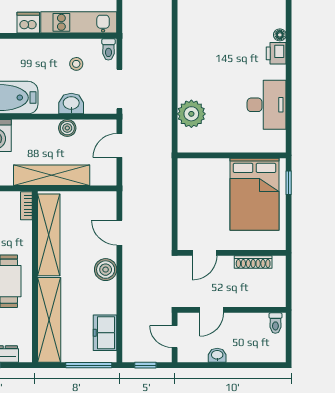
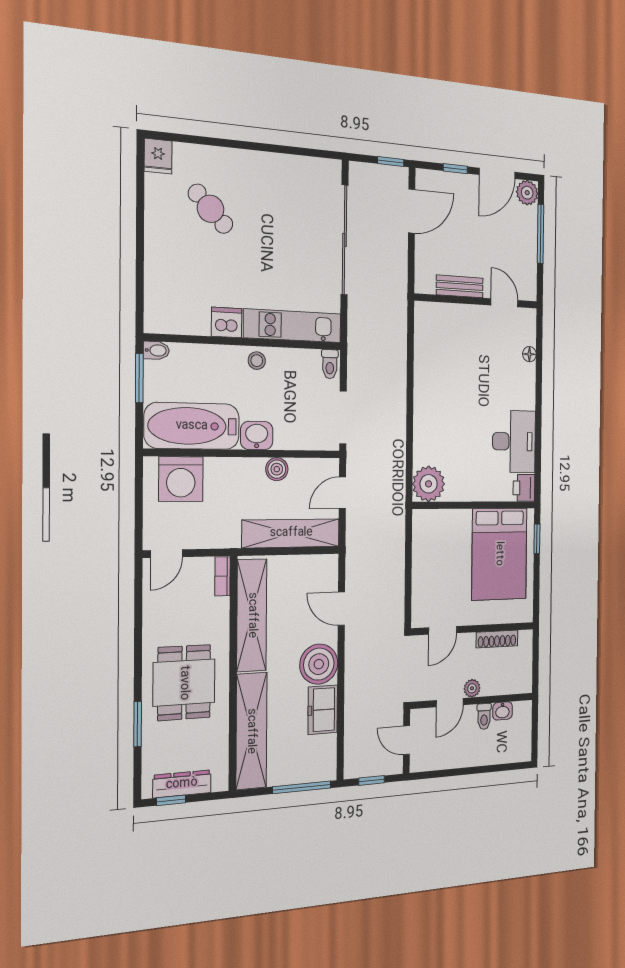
printer: (276, 53) -> (524, 488), moved
stool: (76, 64) -> (257, 361), moved
washbasin: (71, 104) -> (257, 436), moved
plant: (191, 114) -> (429, 484), moved
shelving: (52, 175) -> (291, 533), moved
boiler: (106, 270) -> (319, 664), width x1.37, depth x1.37
plant: (231, 300) -> (472, 688), added
toilet: (275, 323) -> (484, 716), moved
freezer: (105, 333) -> (323, 710), moved
washbasin: (217, 355) -> (502, 711), moved, turned 180

